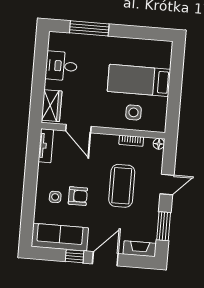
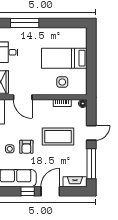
coffee table: (122, 186) -> (58, 137), turned 90
armchair: (78, 196) -> (26, 147), turned 90
window: (164, 226) -> (91, 164), width x1.44

